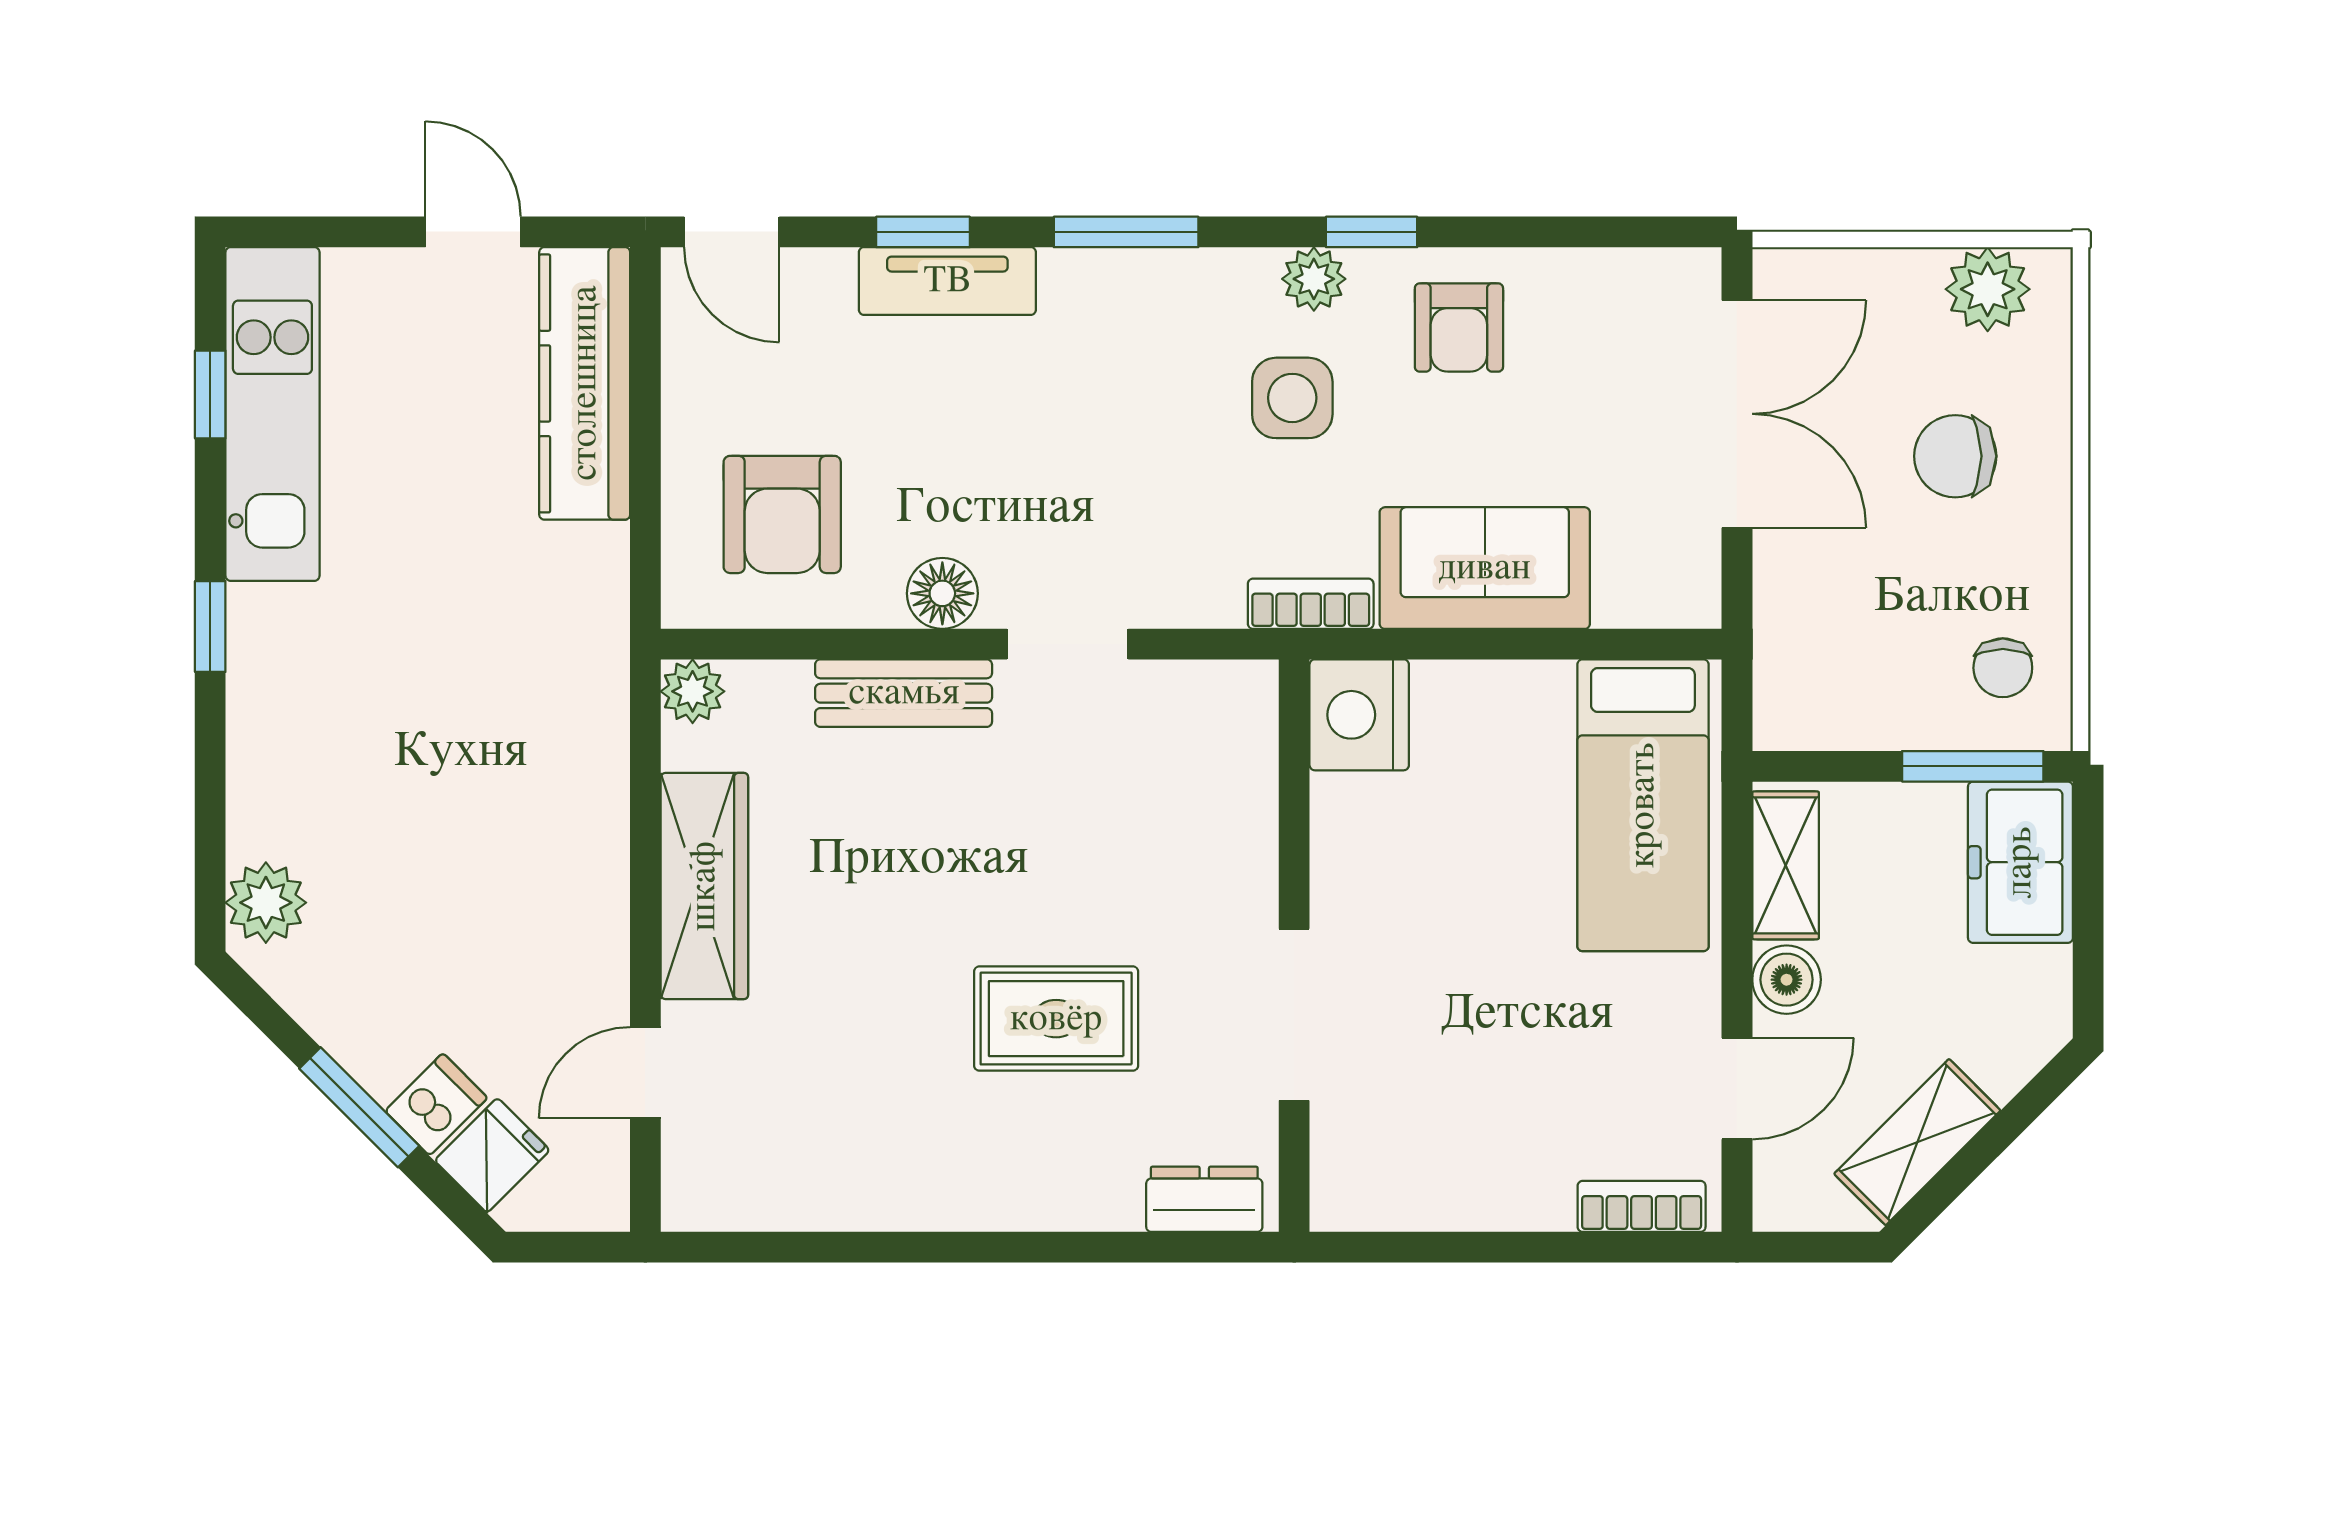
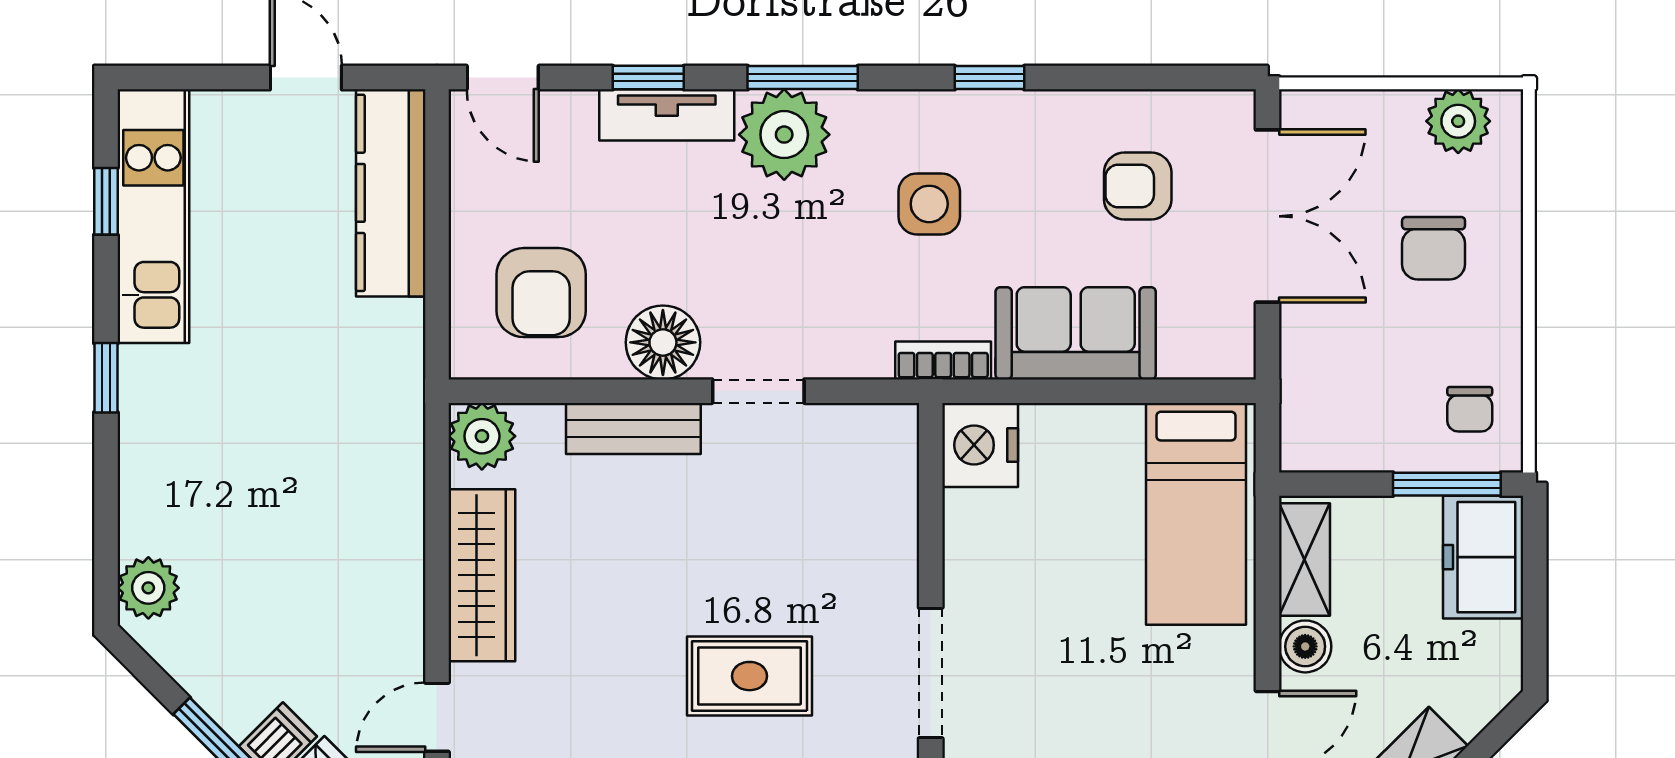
plant: (1314, 279) -> (784, 135), moved, width x1.88, depth x1.88
armchair: (1459, 328) -> (1138, 186), moved, turned 90
chair: (1955, 456) -> (1434, 248), turned -90
floor lamp: (942, 593) -> (663, 342), width x1.38, depth x1.38
plant: (693, 691) -> (482, 436), width x1.38, depth x1.38

